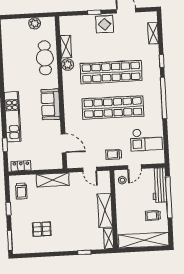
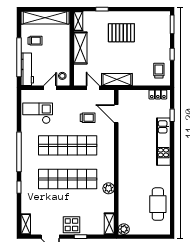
plant: (35, 23) -> (124, 229), moved
shelving: (153, 33) -> (26, 224), moved
shelving: (66, 47) -> (109, 224), moved
cafe table: (45, 58) -> (158, 204), moved
sofa: (51, 104) -> (127, 151), removed
trolley: (114, 154) -> (88, 118), moved
shelving: (53, 180) -> (117, 80), moved
pallet: (42, 229) -> (121, 33), moved, width x1.50, depth x1.42

